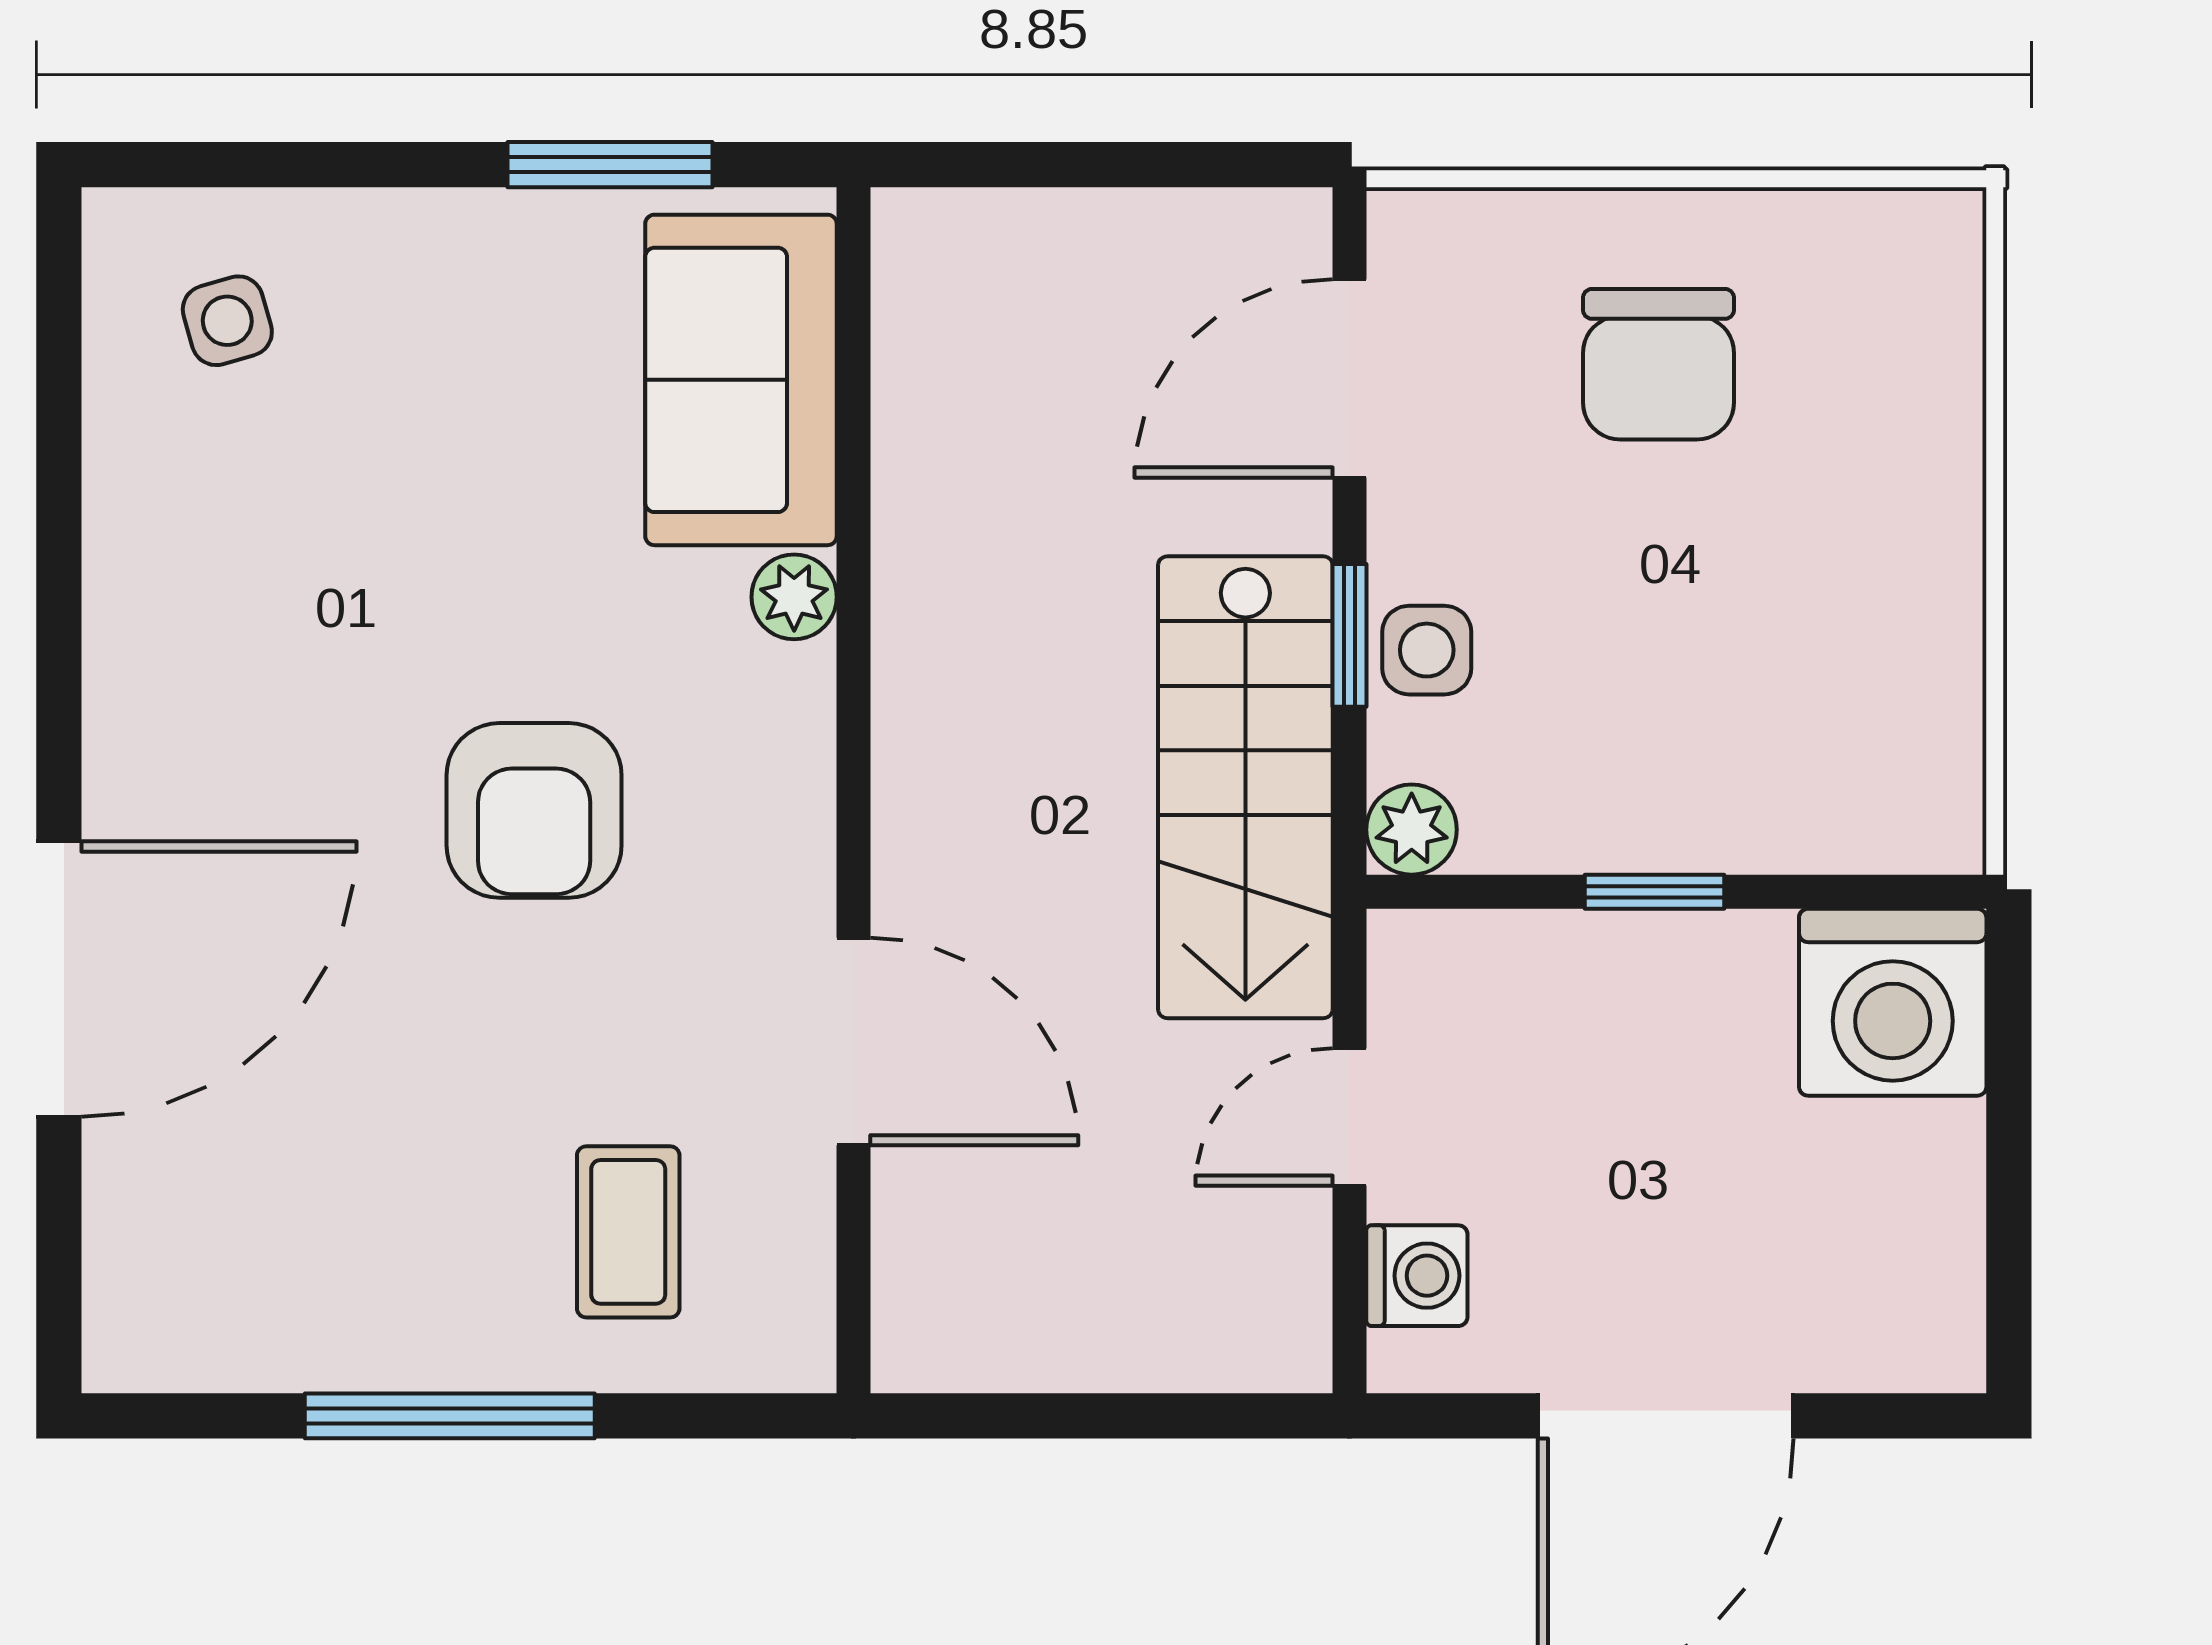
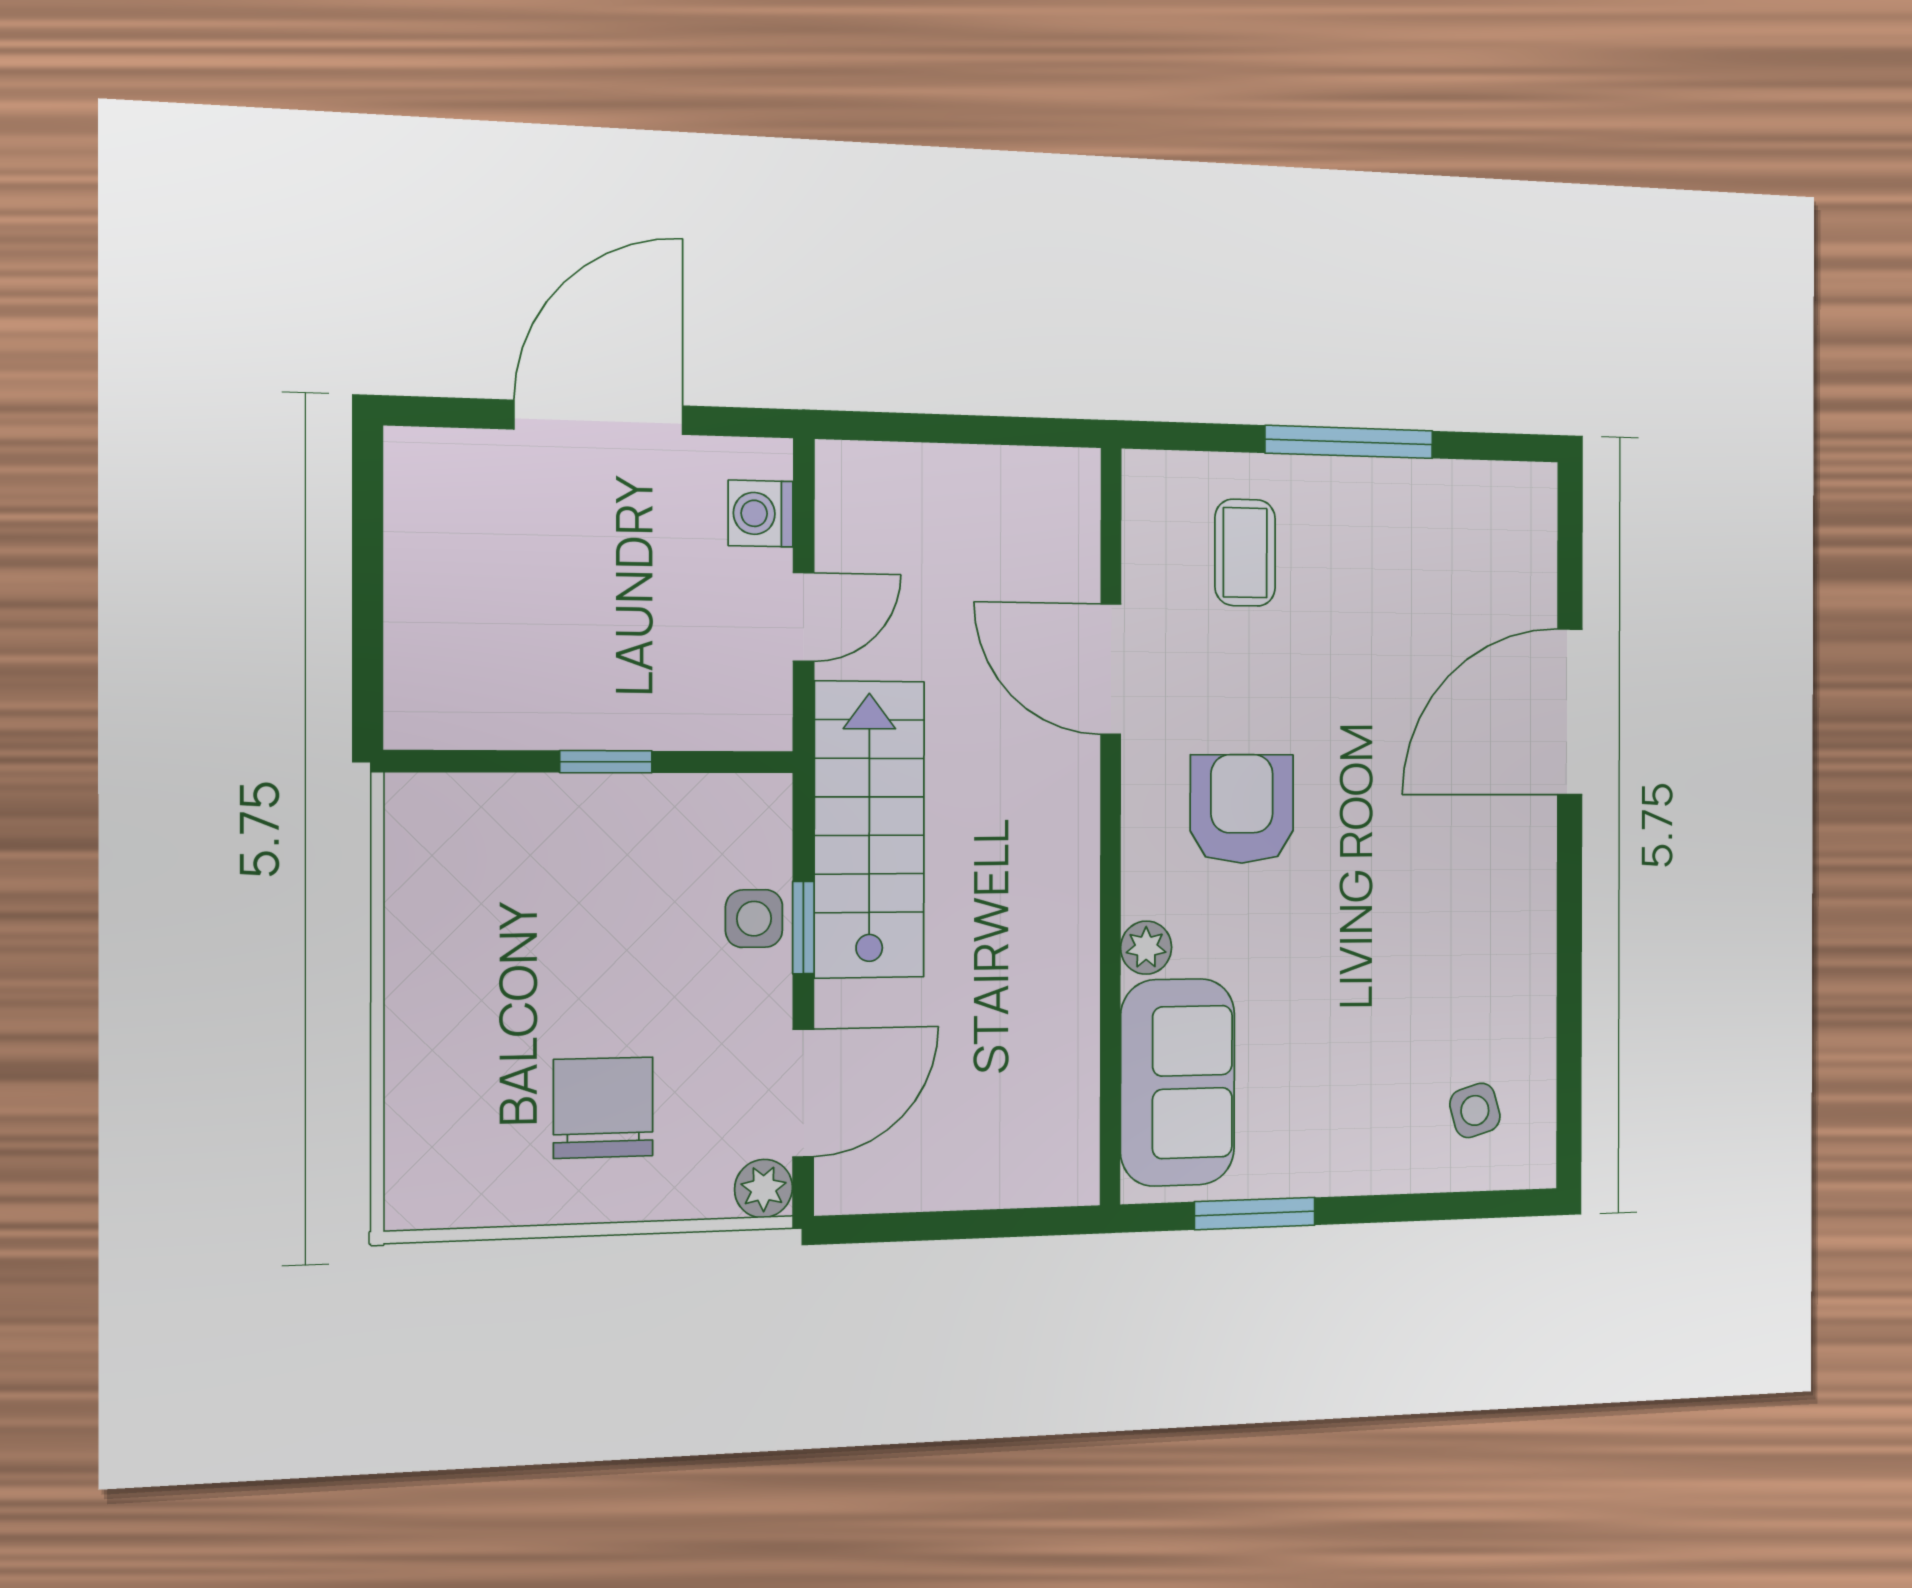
armchair: (534, 810) -> (1242, 809), moved
plant: (1412, 830) -> (764, 1189), moved
washing machine: (1893, 1002) -> (447, 688), removed

